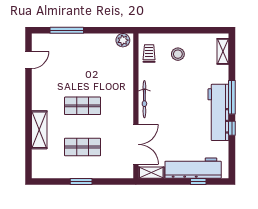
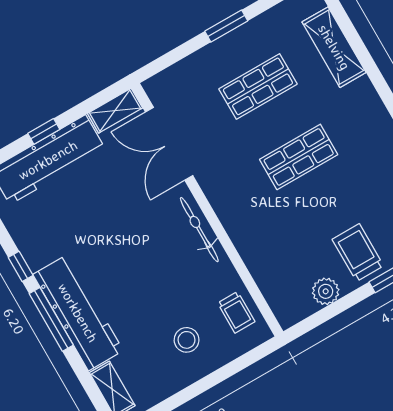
plant: (123, 40) -> (326, 291), moved
trolley: (81, 49) -> (358, 253), added
workbench: (218, 112) -> (78, 313), moved
shelving: (39, 130) -> (334, 47), moved
window: (198, 181) -> (44, 131), moved

